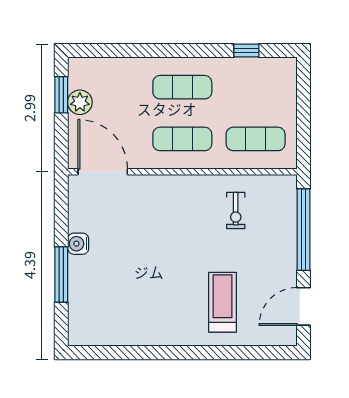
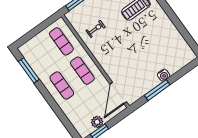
window: (246, 51) -> (29, 70), width x2.17
water cooler: (78, 244) -> (164, 75), moved
window: (61, 274) -> (157, 90), moved

